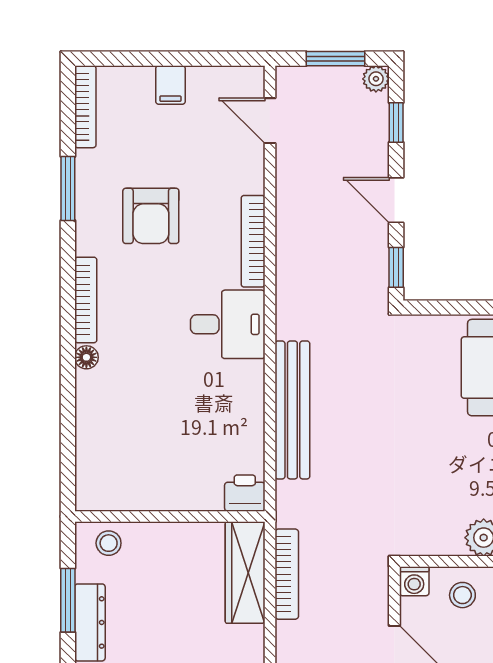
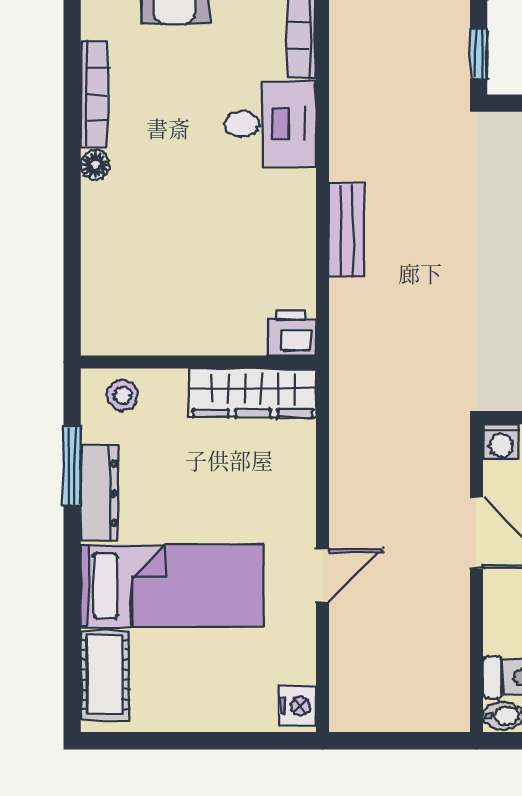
bench: (292, 410) -> (346, 230), width x0.54, depth x0.82
wardrobe: (245, 573) -> (253, 393), moved, turned -90
bookcase: (287, 574) -> (343, 433), removed

